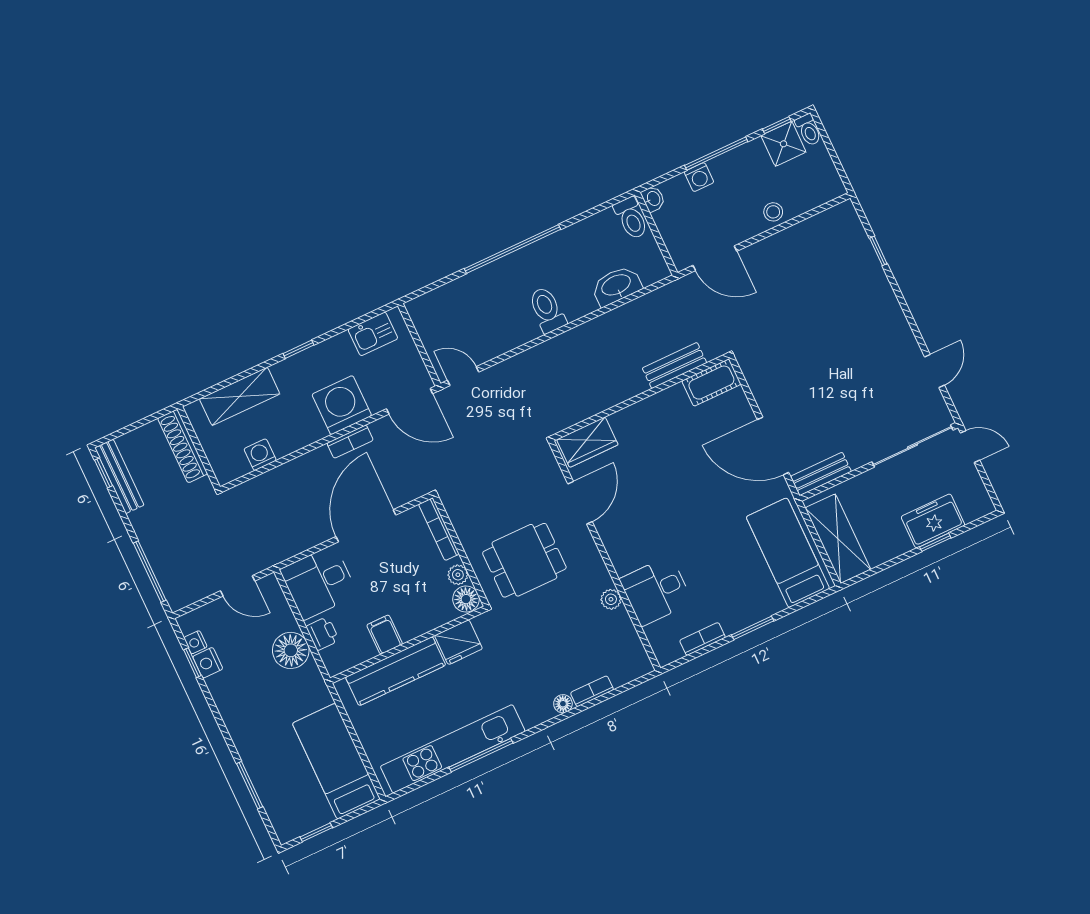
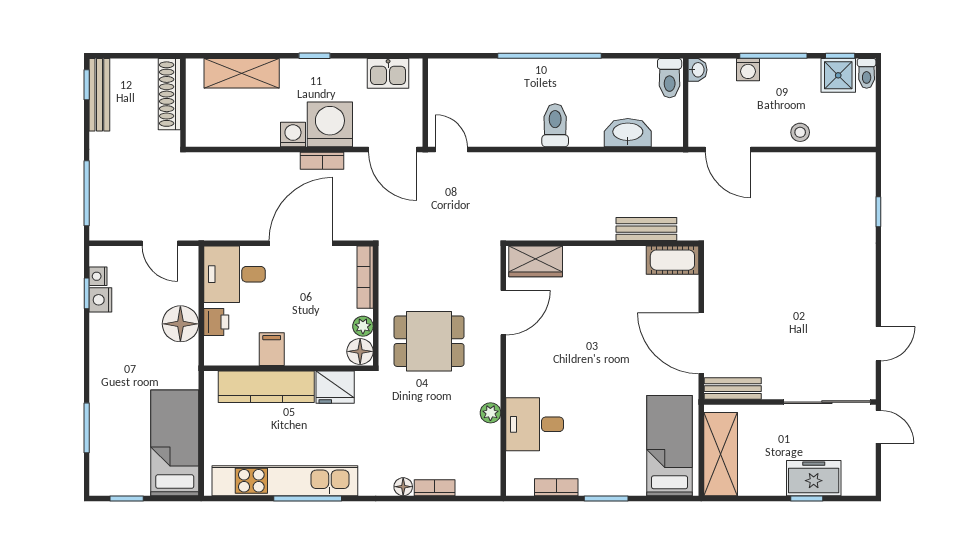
washing machine: (260, 455) -> (293, 134), moved

